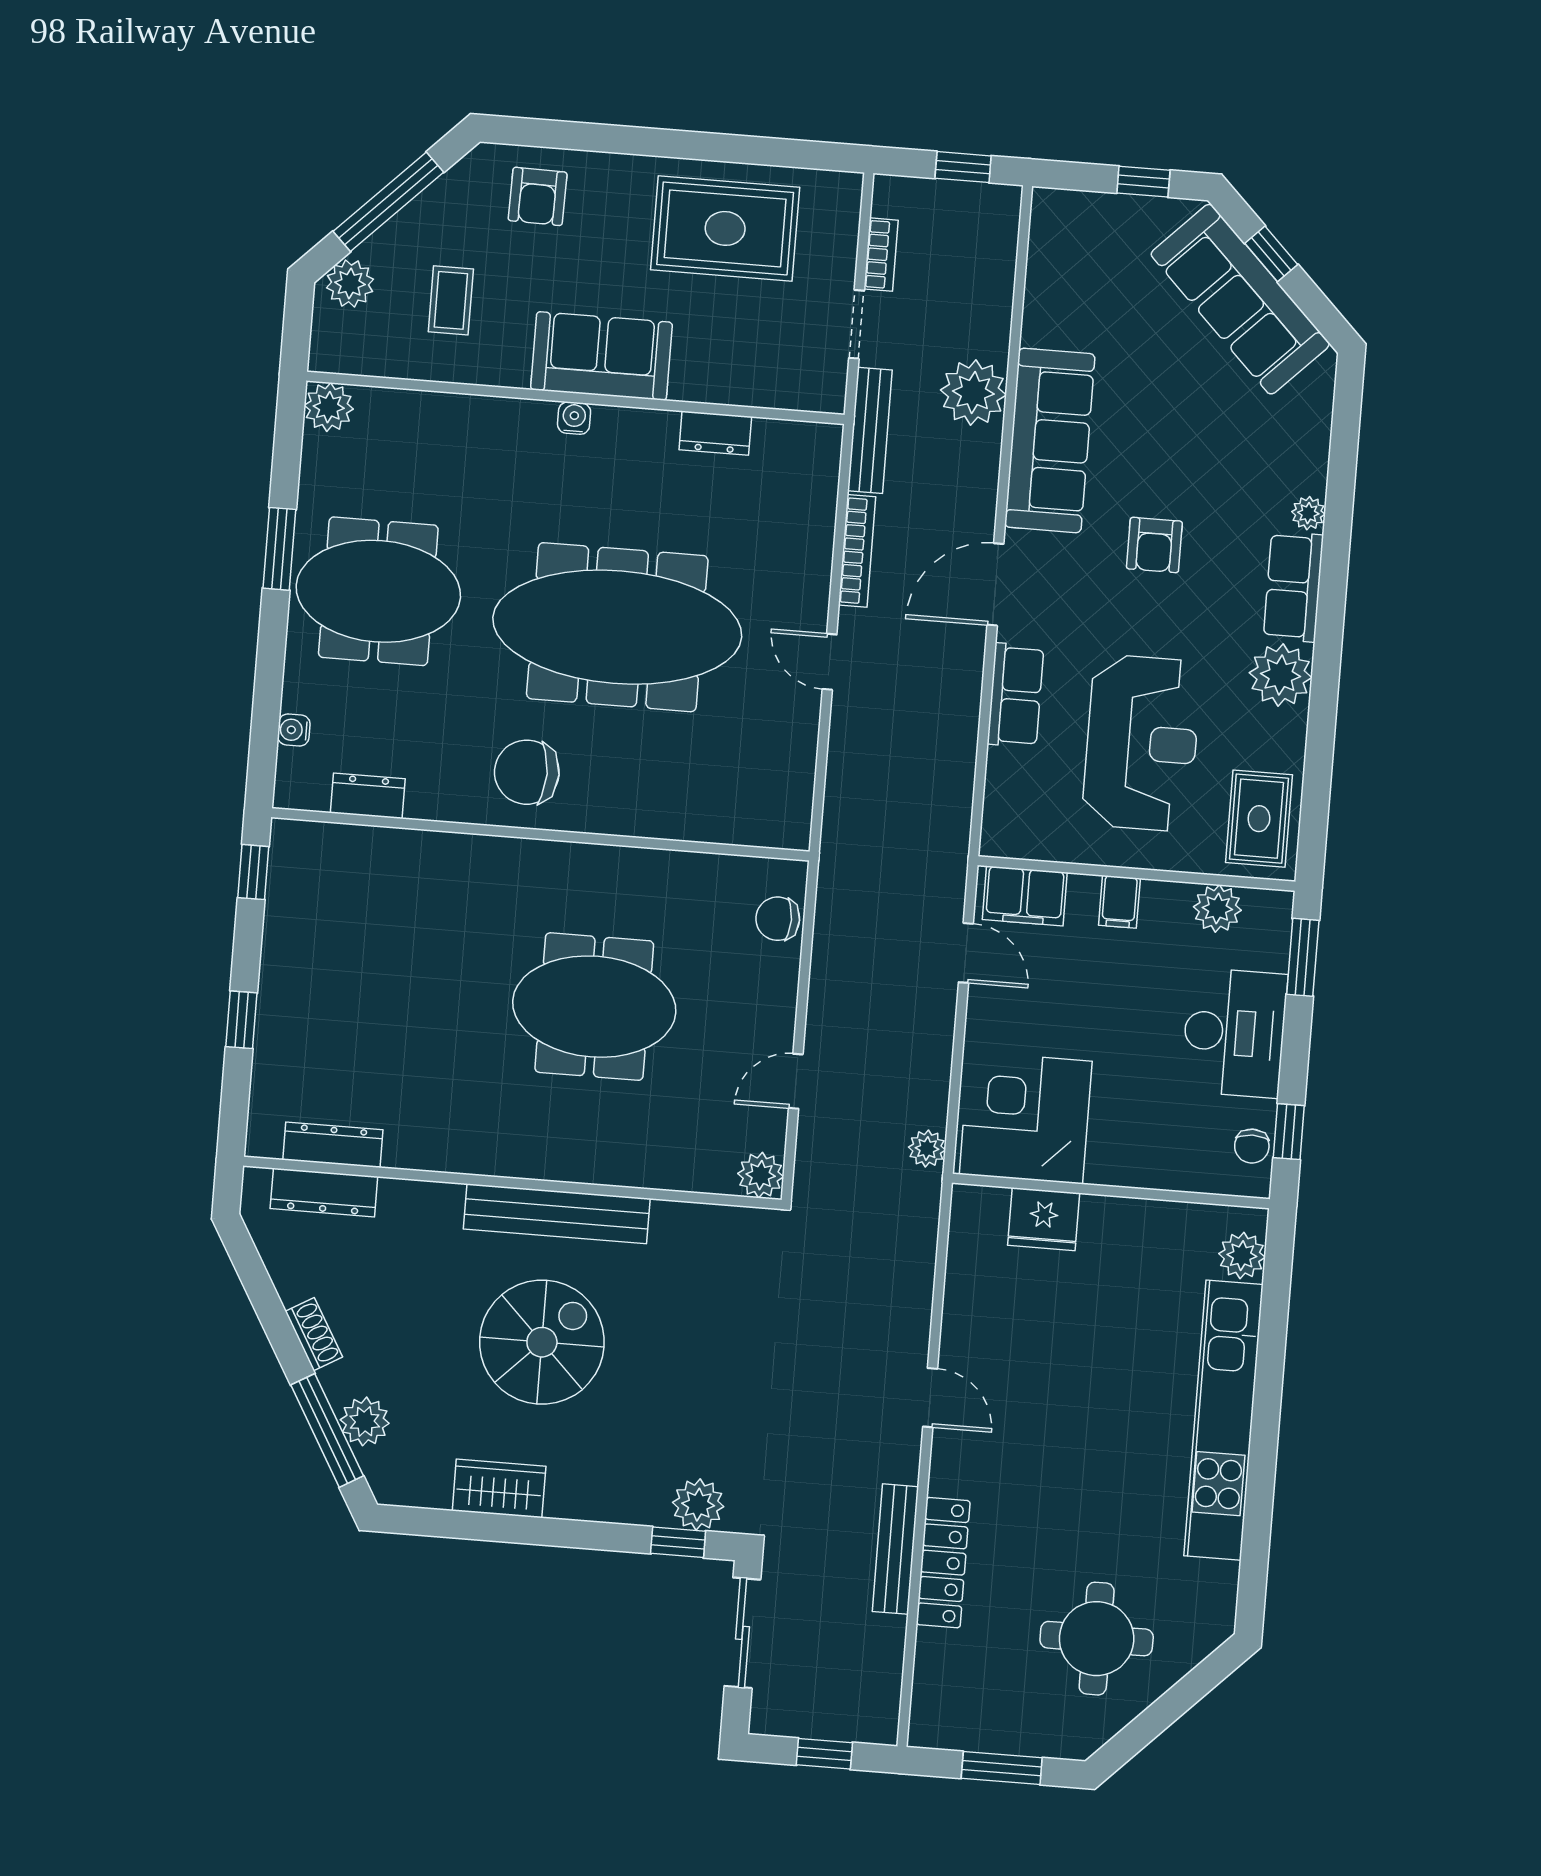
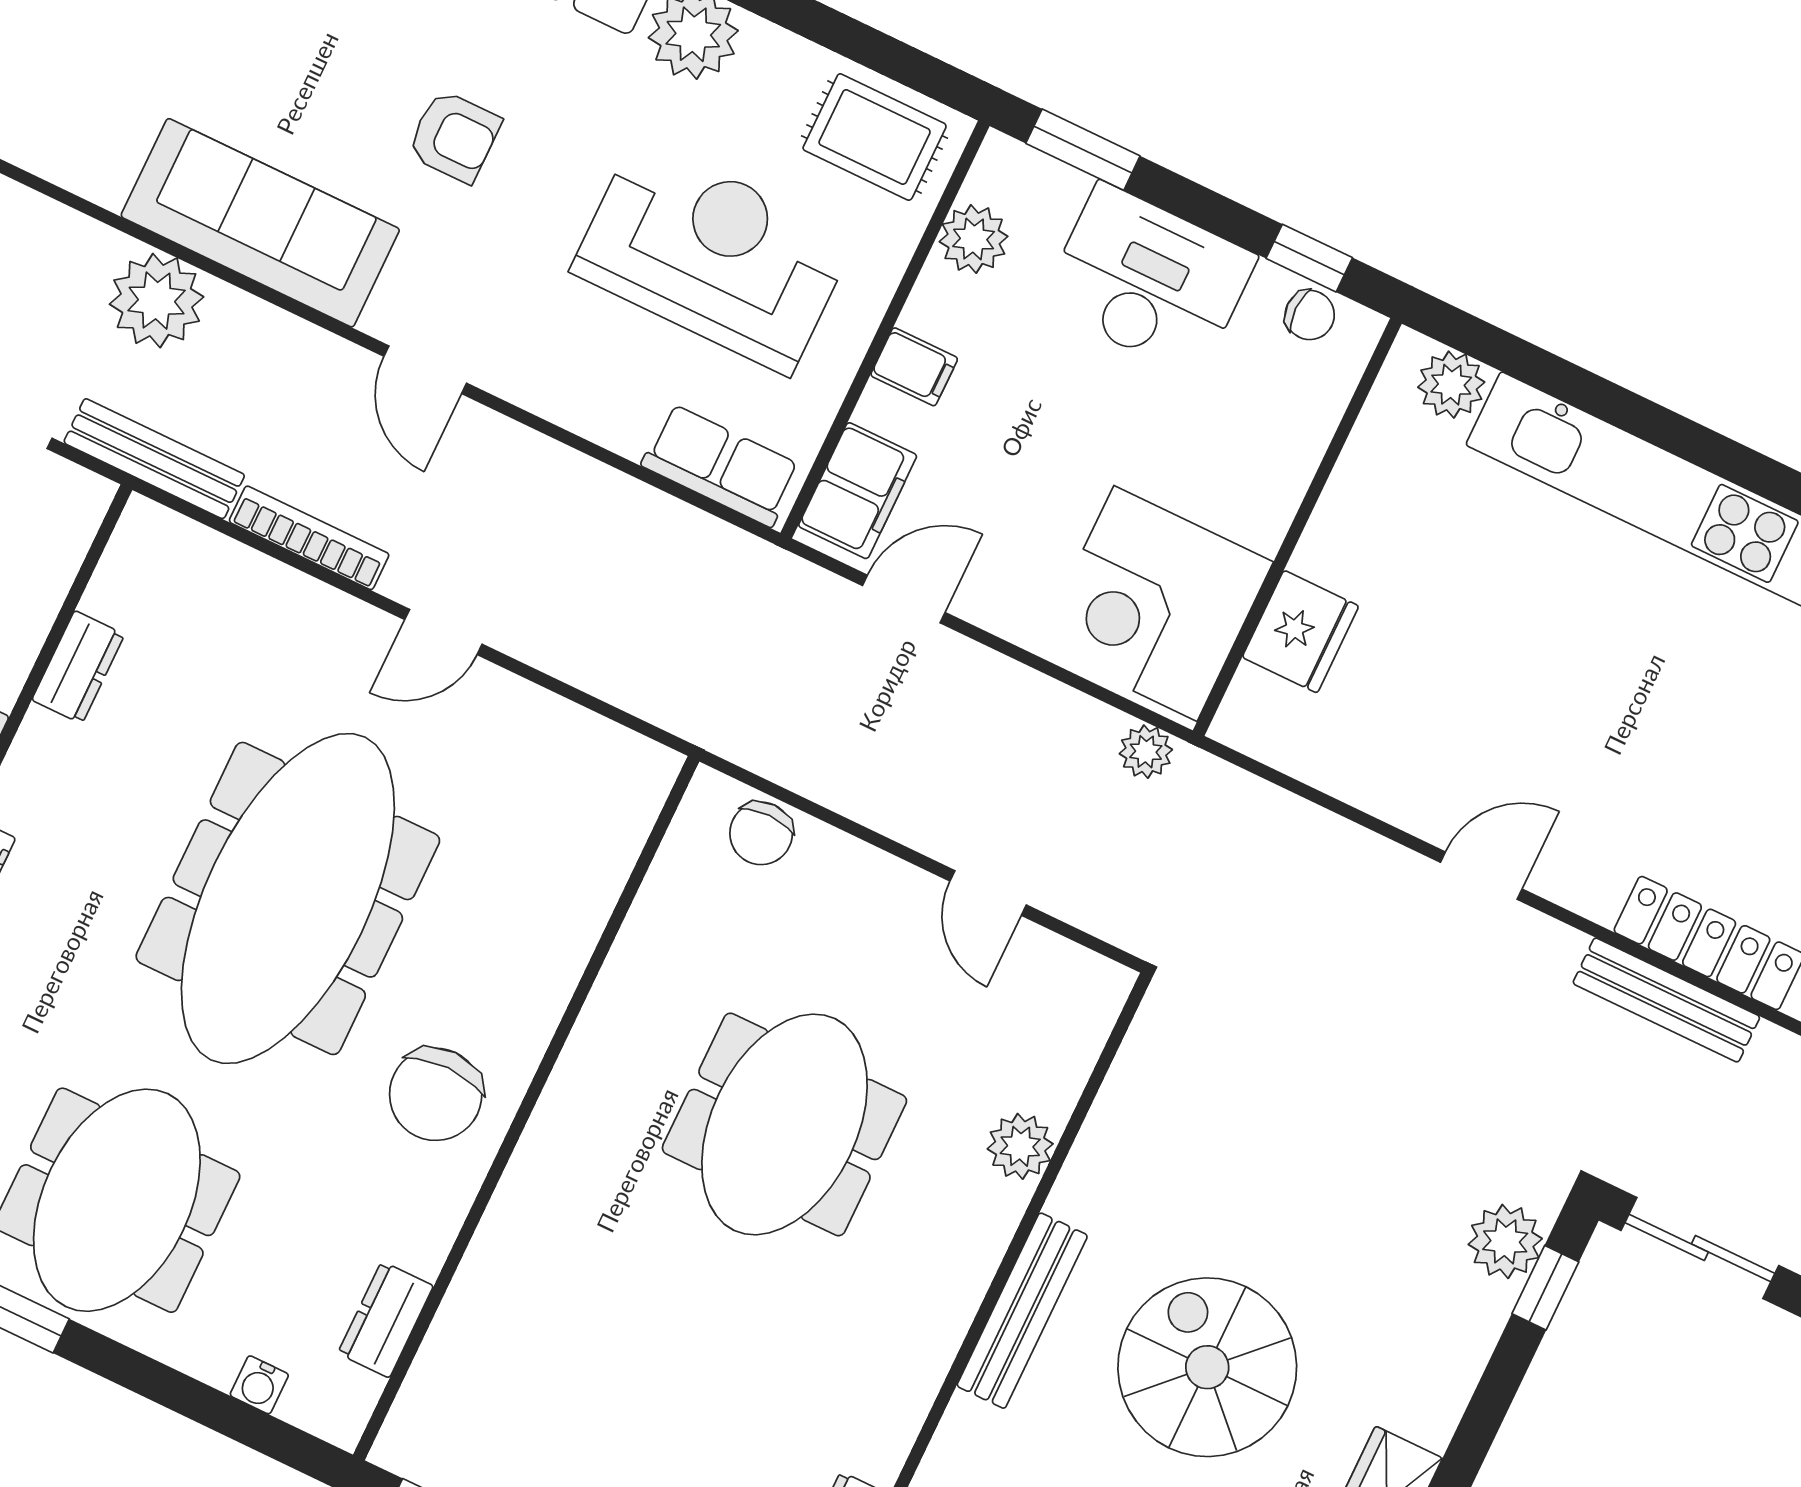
door: (995, 584) -> (425, 370), width x0.73
row of seats: (1016, 695) -> (721, 465), moved
plant: (761, 1175) -> (1020, 1146), moved
bench: (557, 1214) -> (1022, 1311), width x0.73, depth x0.82

